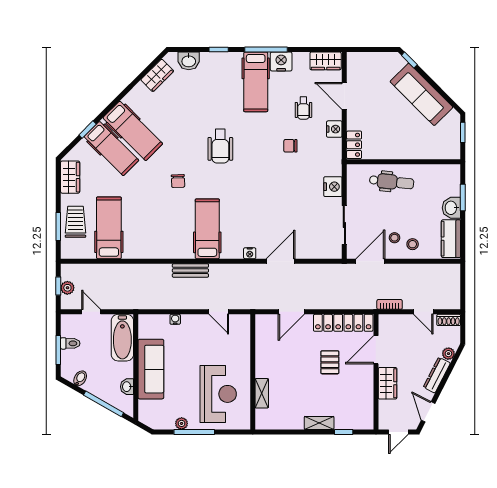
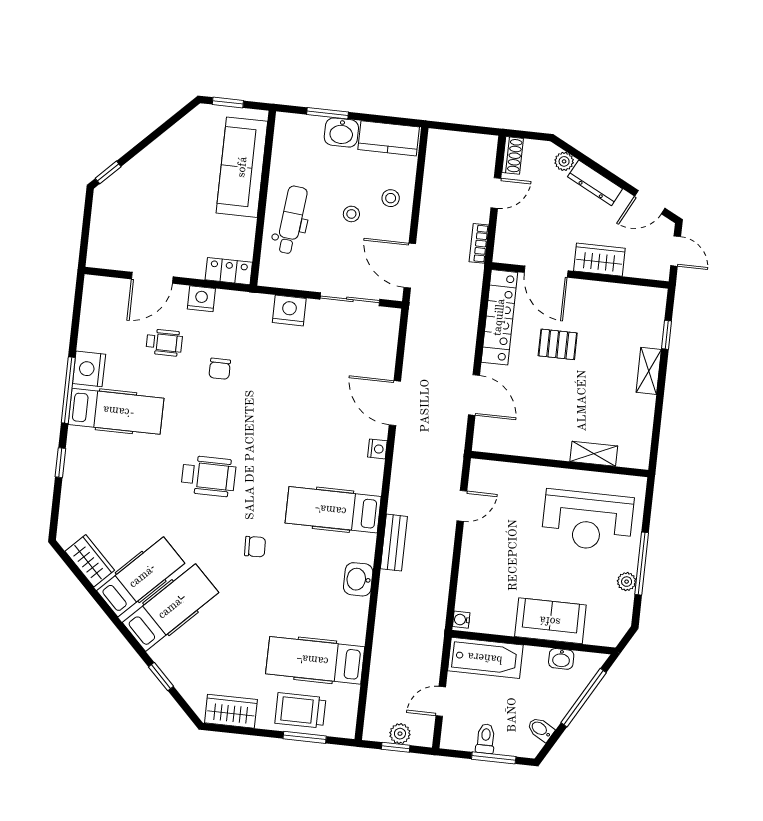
washbasin: (189, 61) -> (358, 579), moved, turned 180
wardrobe: (326, 61) -> (96, 301), removed
sofa: (421, 94) -> (242, 167), moved, turned 135
hospital bed: (111, 148) -> (141, 577), moved
stool: (394, 238) -> (351, 214), moved
water cooler: (175, 319) -> (461, 620), moved
sofa: (151, 369) -> (550, 621), width x0.73
reception desk: (218, 394) -> (588, 521), turned 180

